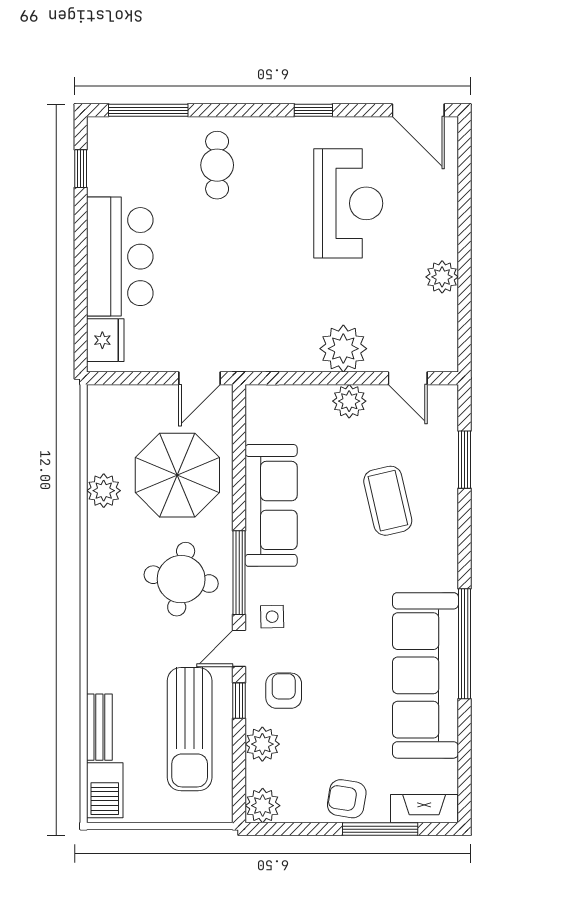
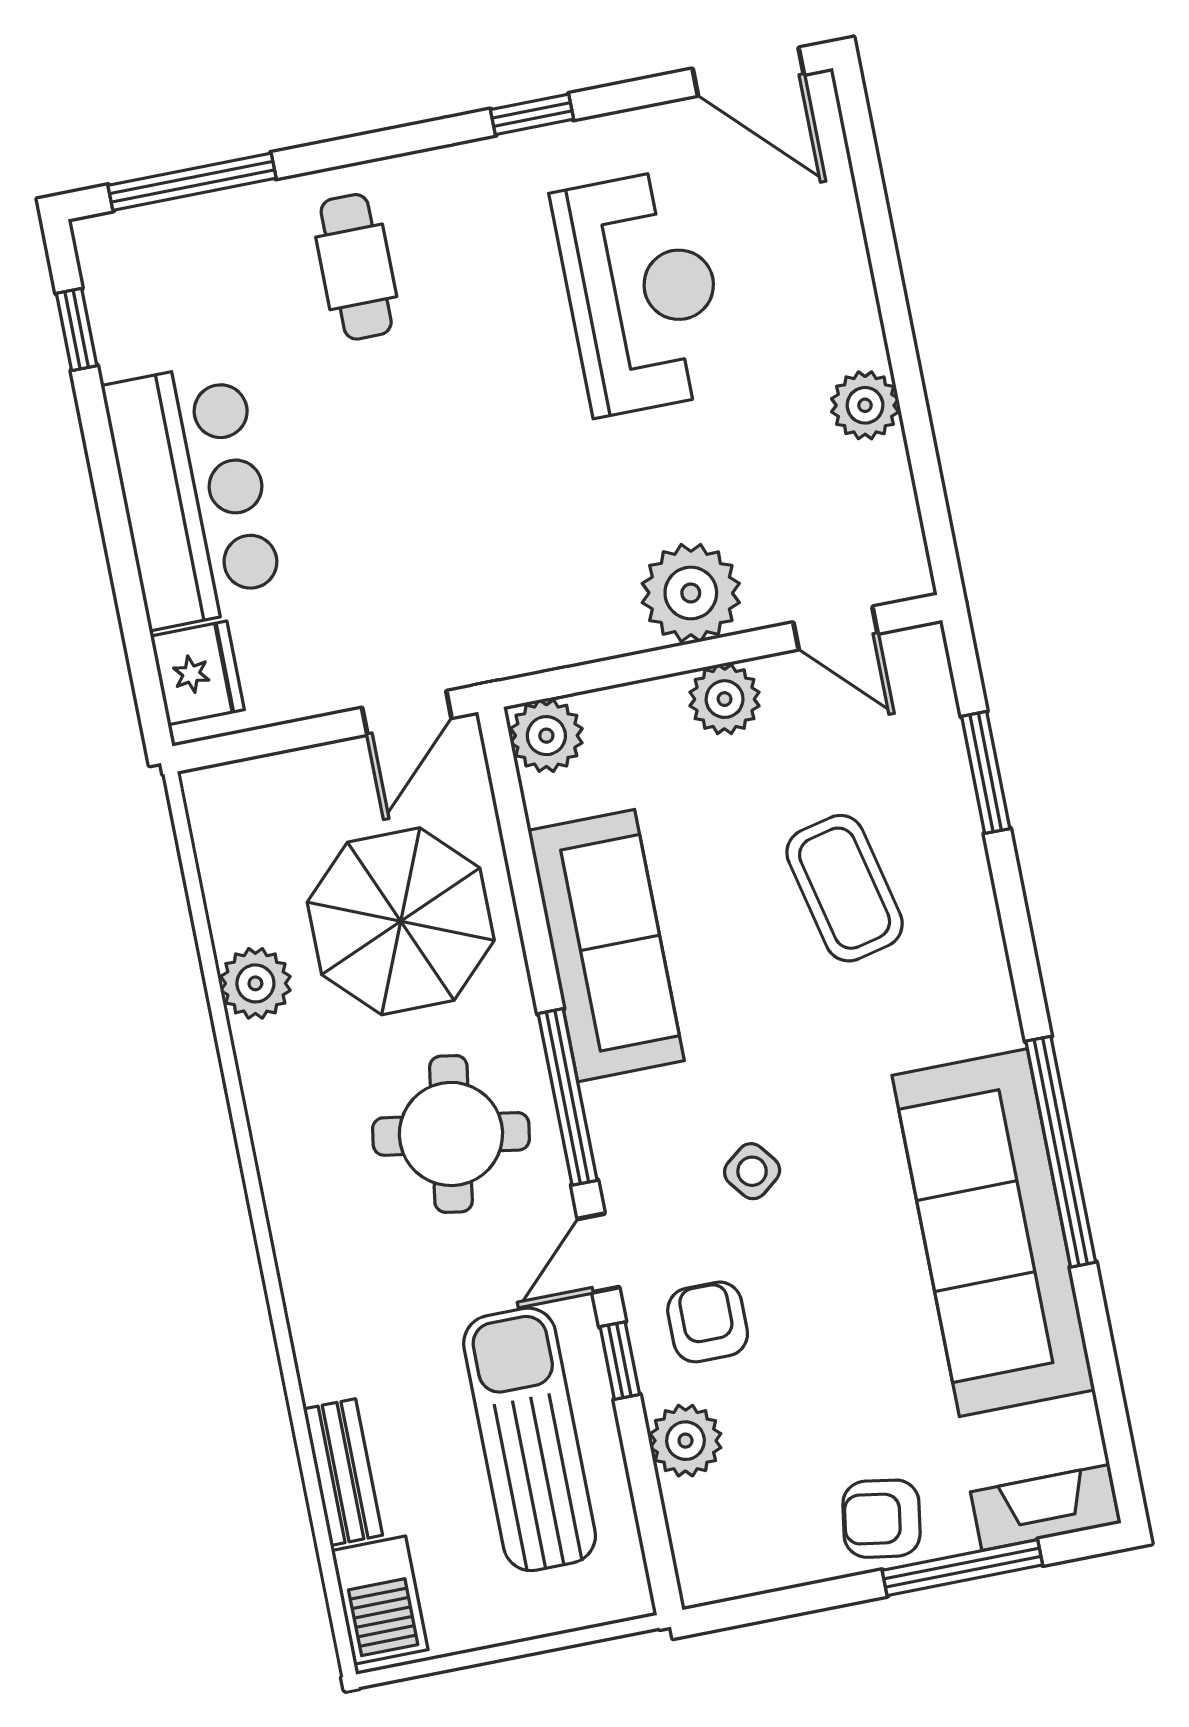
side table: (272, 617) -> (752, 1171), moved, turned -37
sun lounger: (190, 729) -> (530, 1439), turned 180
plant: (263, 806) -> (546, 736), moved

